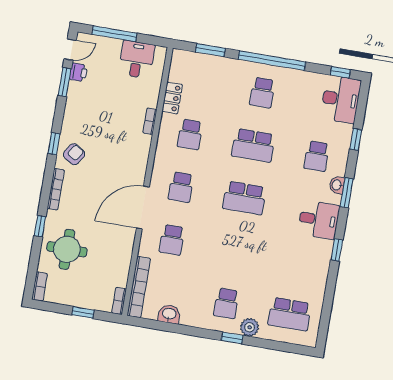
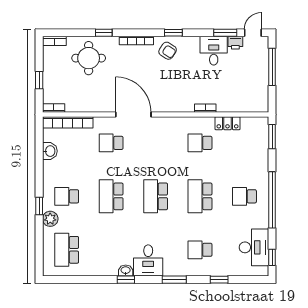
door: (70, 50) -> (253, 33), swing flipped
window: (210, 50) -> (272, 137), moved
desk: (137, 59) -> (214, 51), moved, turned -90
desk: (341, 99) -> (254, 247), moved, turned -90
washbasin: (337, 185) -> (126, 270), moved
school desk: (181, 187) -> (111, 196), moved, width x1.85

